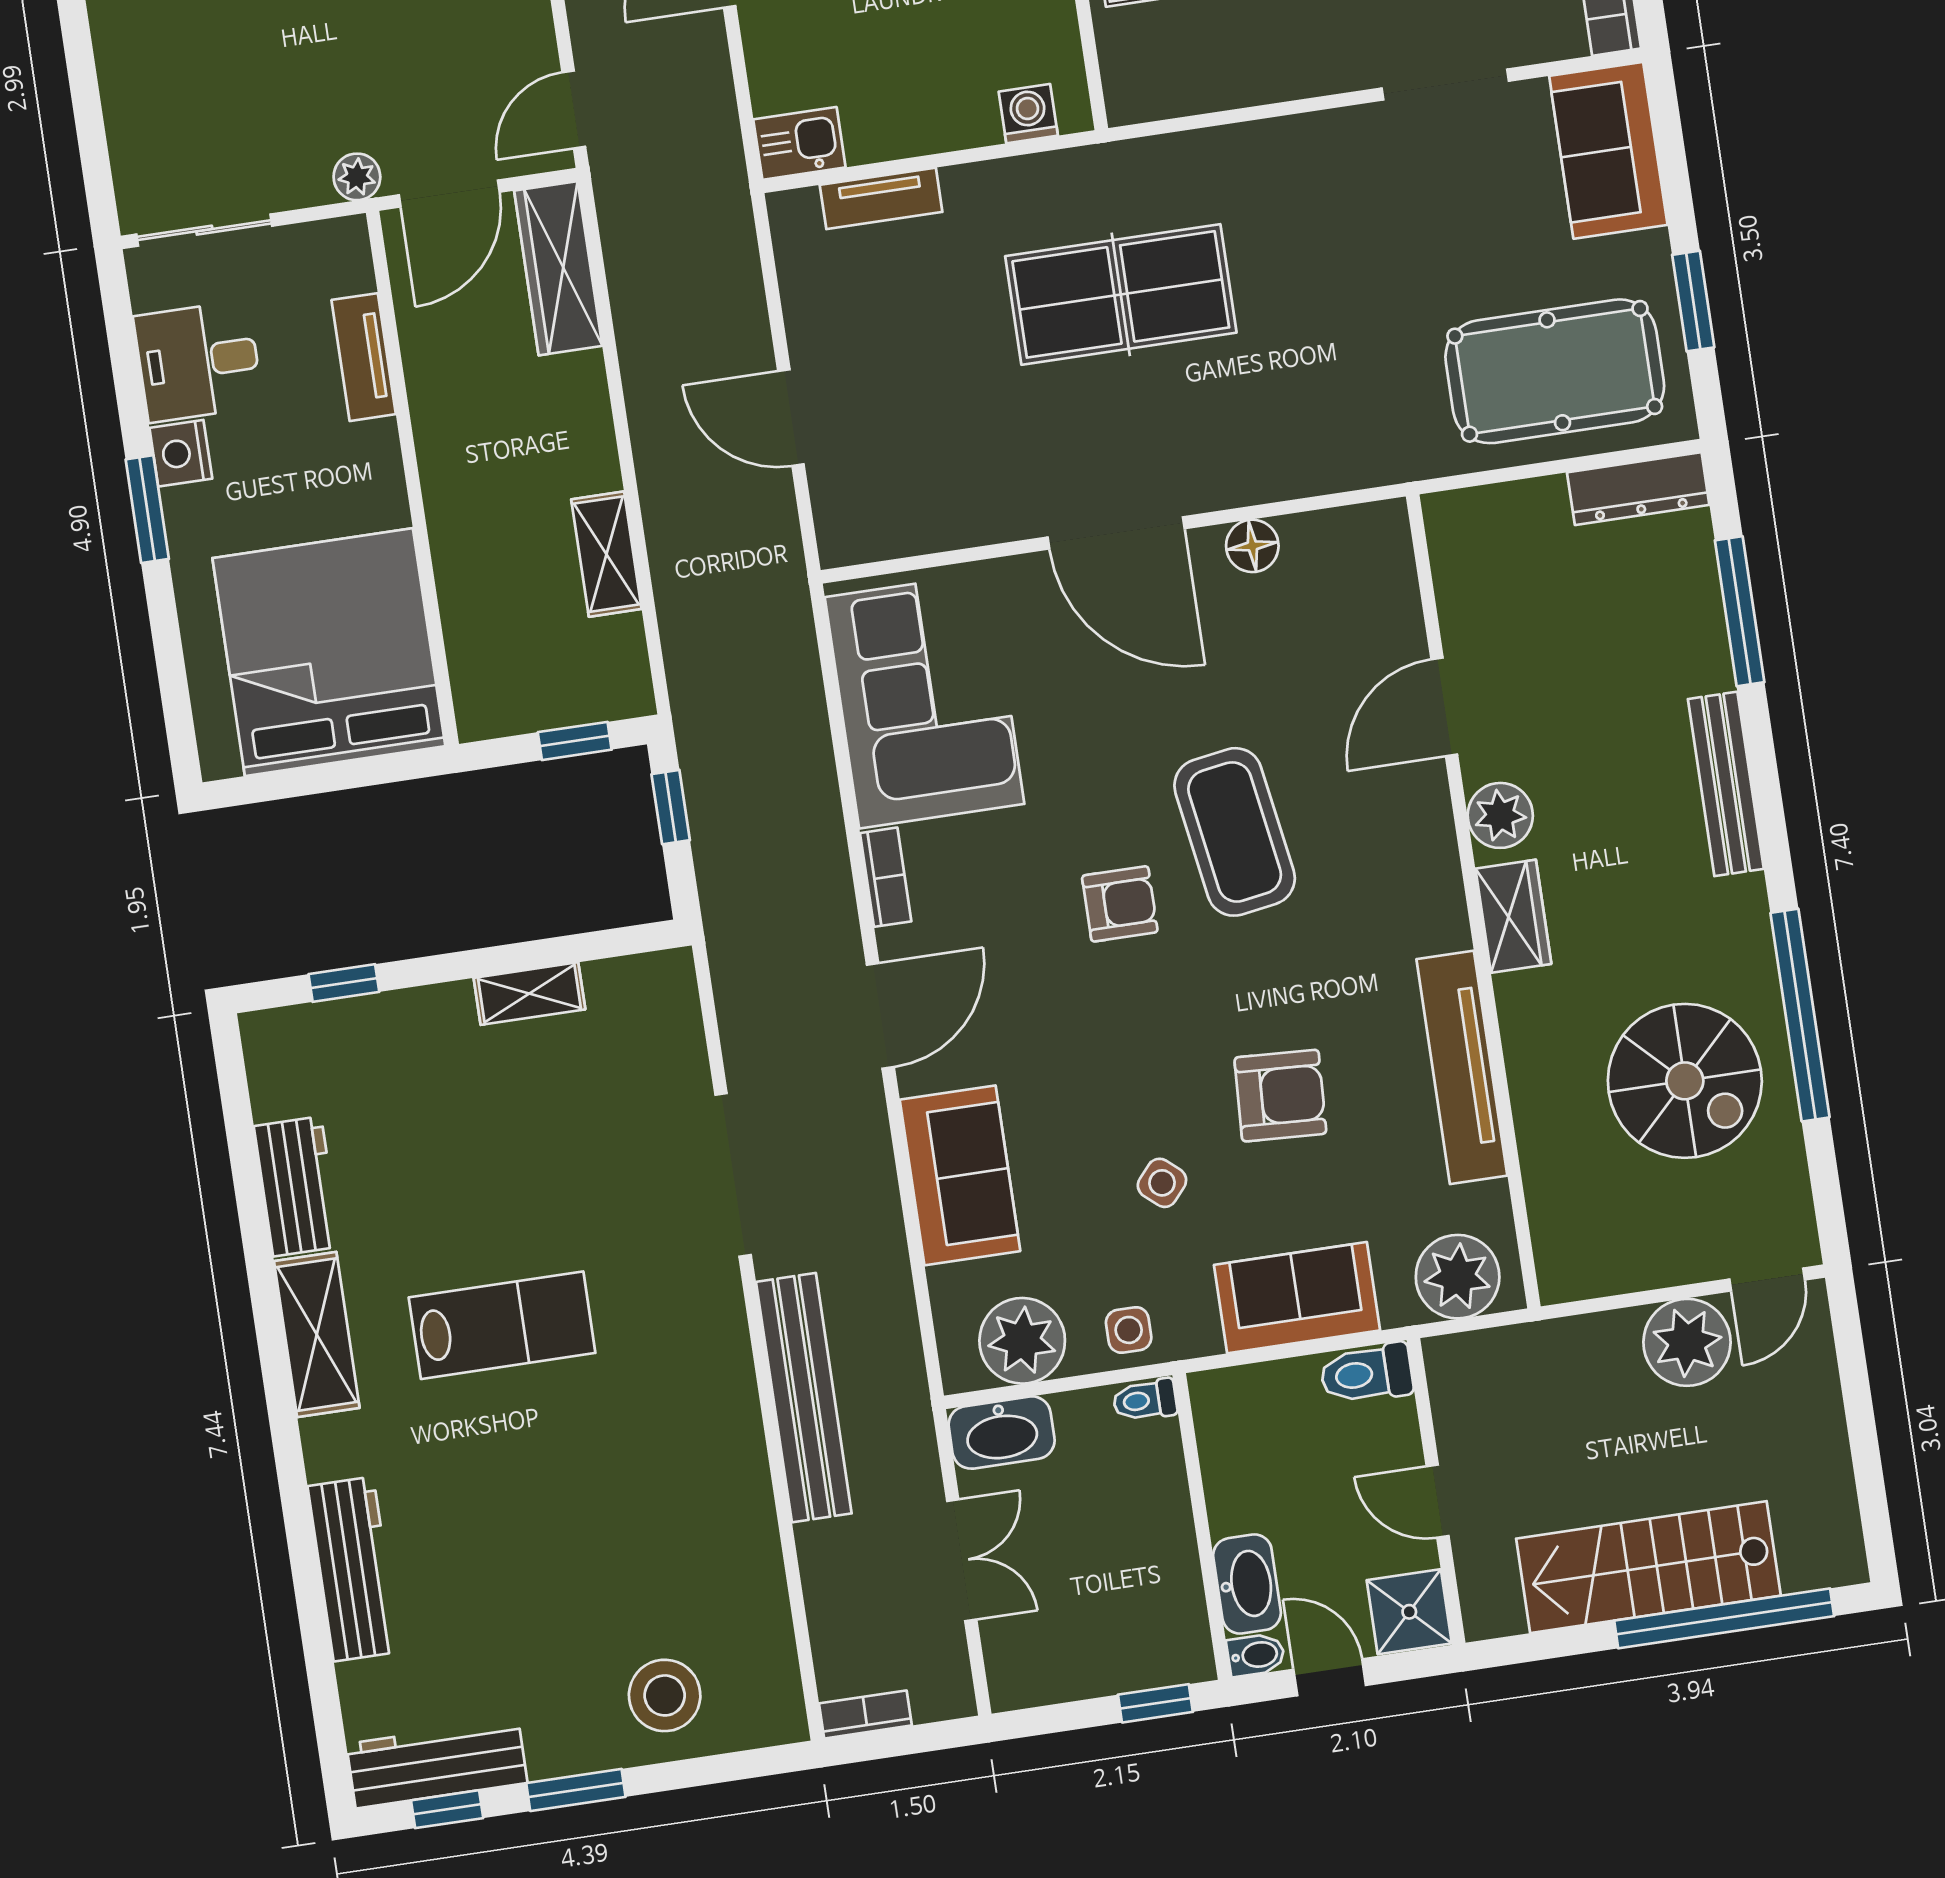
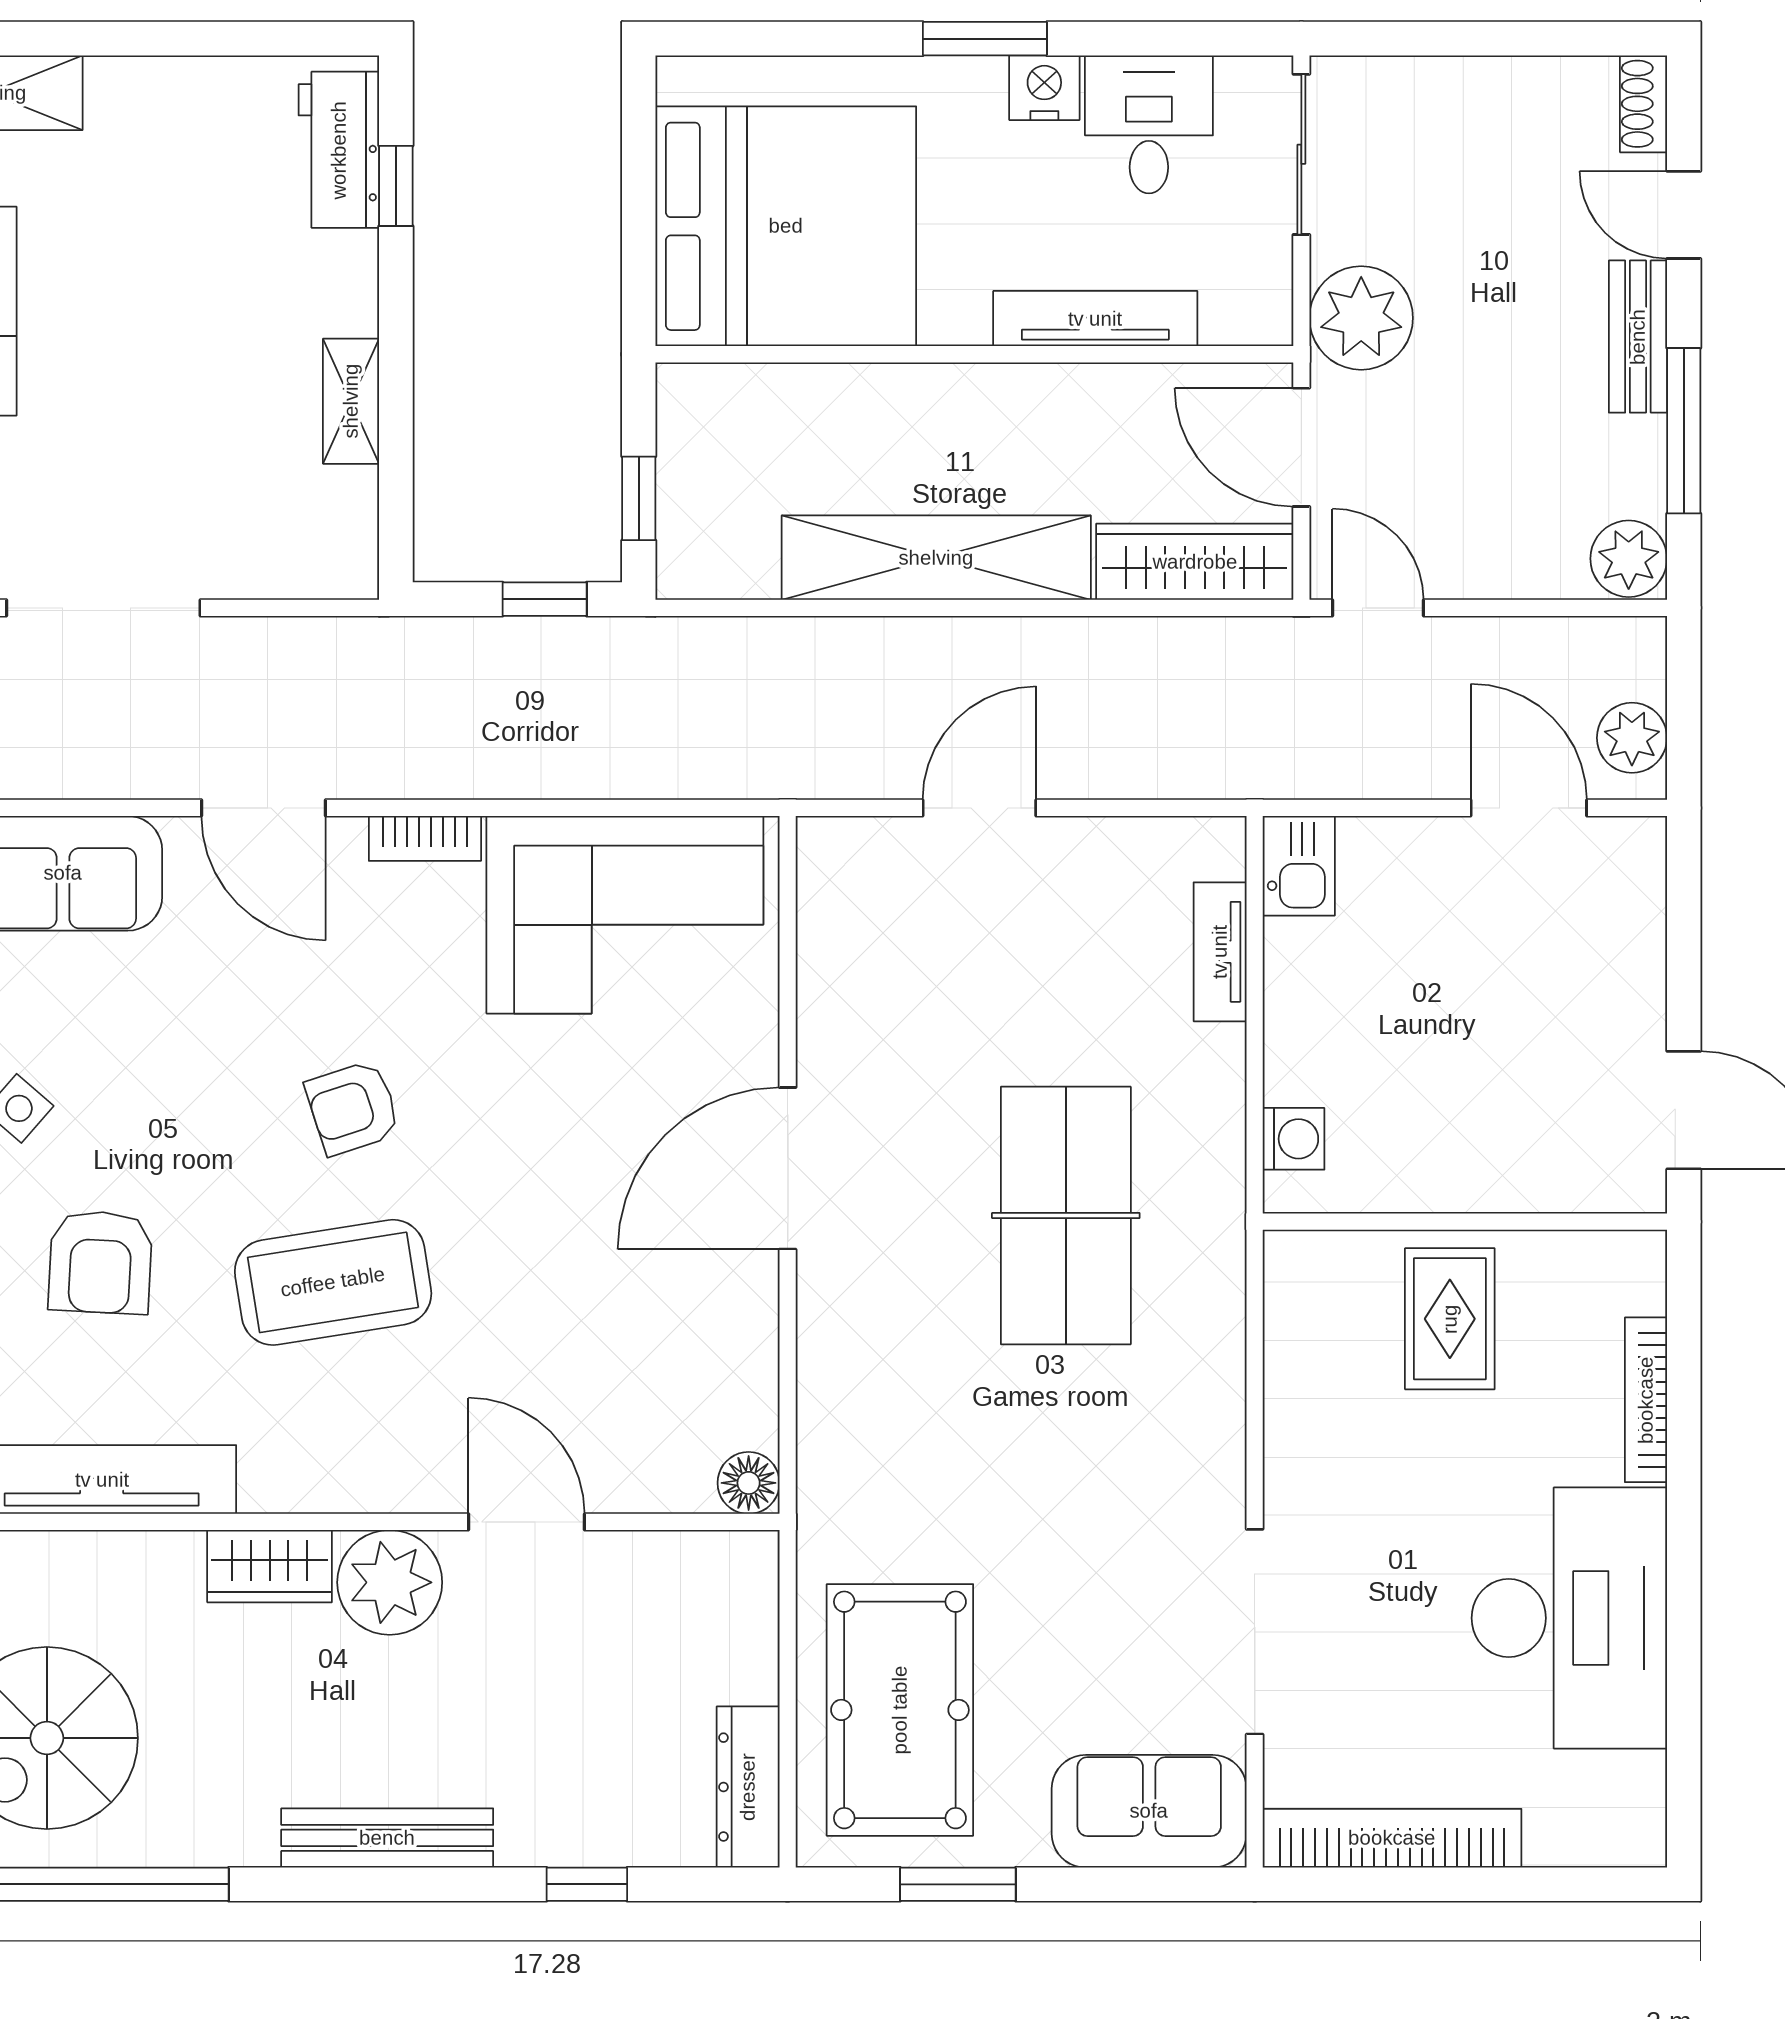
doorway: (1445, 85) -> (1255, 1632), width x1.36
plant: (357, 177) -> (1361, 318), width x1.88, depth x1.88
tv unit: (364, 357) -> (1095, 319), width x1.41
floor lamp: (1252, 546) -> (749, 1483), moved
shelving: (606, 554) -> (936, 558), width x2.20, depth x1.33
window: (1740, 611) -> (587, 1884), width x0.46
plant: (1500, 815) -> (390, 1582), width x1.36, depth x1.36
coffee table: (1235, 832) -> (333, 1282), moved
armchair: (1120, 904) -> (353, 1108), turned 72
workbench: (297, 1186) -> (339, 150), moved, turned 90

